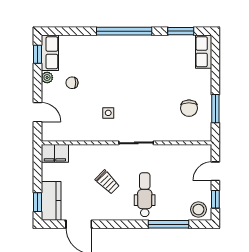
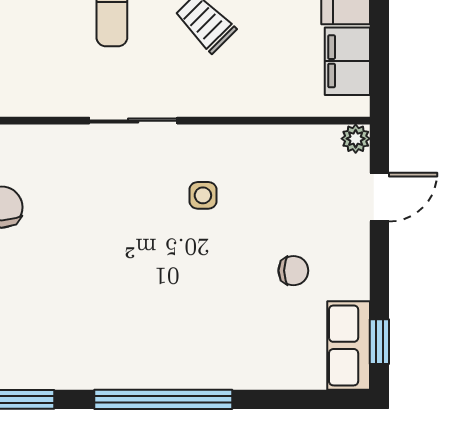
plant: (47, 78) -> (356, 139), moved
door: (37, 112) -> (379, 197), swing flipped
filing cabinet: (55, 153) -> (347, 61), moved, turned -90

